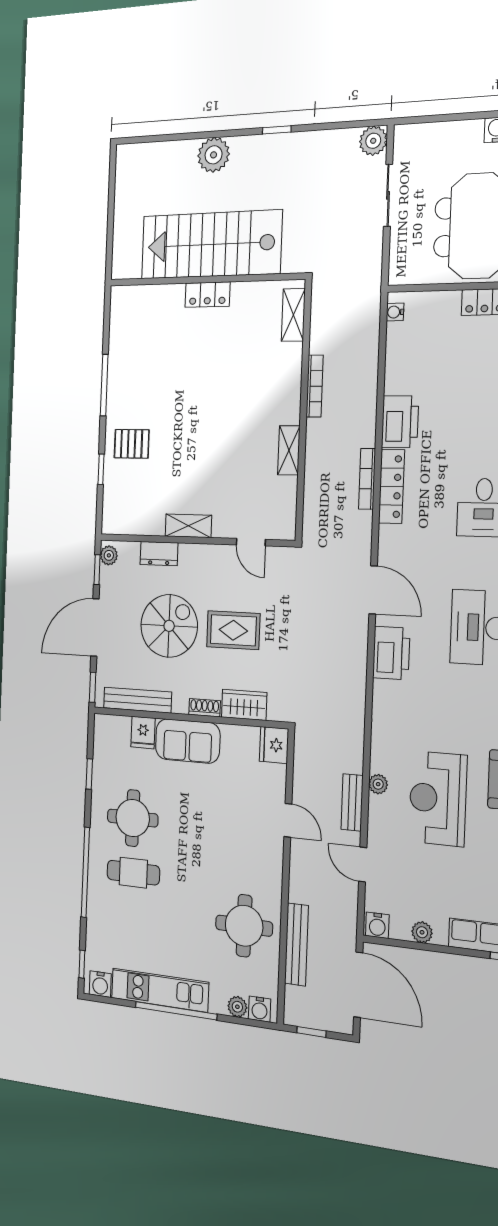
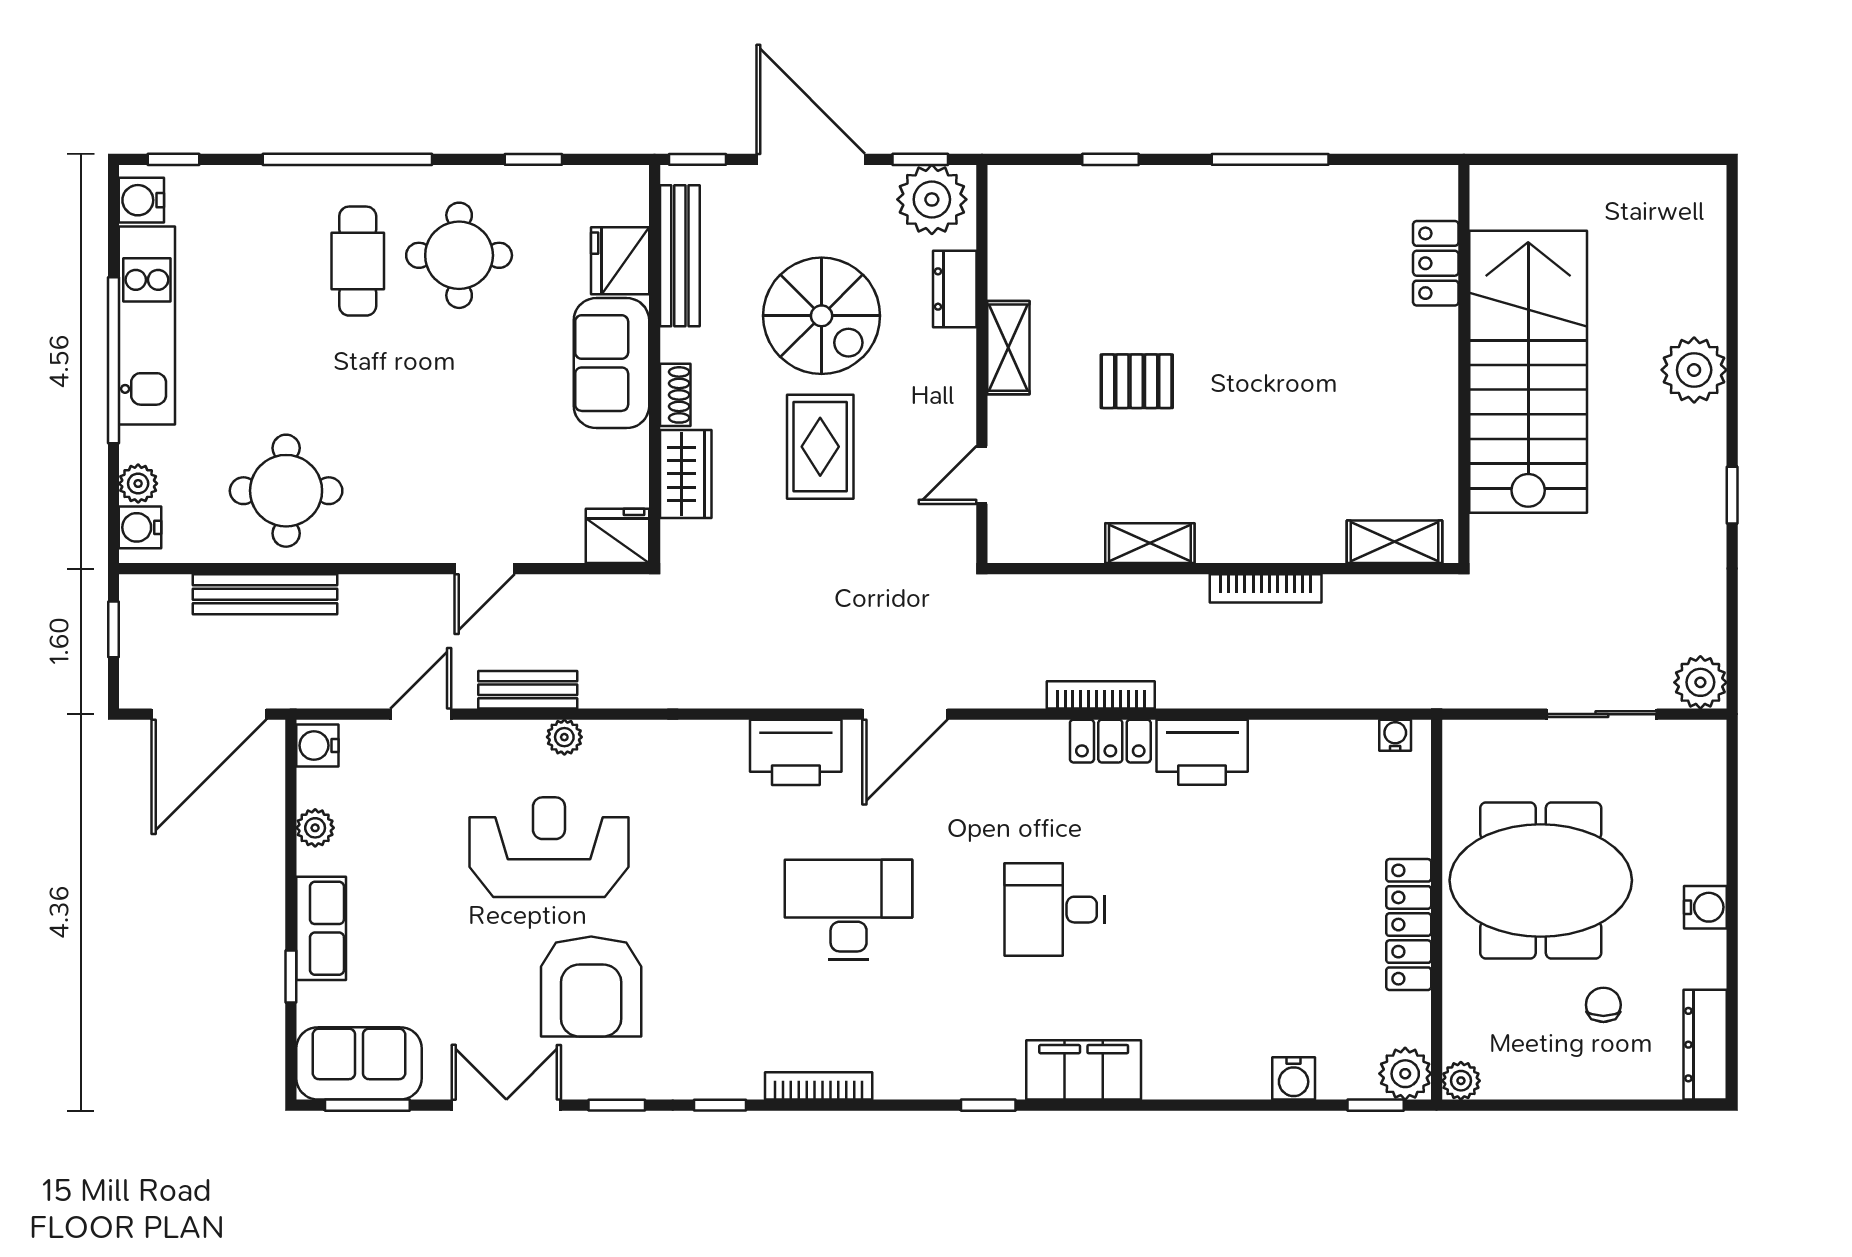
locker: (207, 295) -> (1436, 263), moved
pallet: (132, 444) -> (1137, 381), moved, turned 90
locker: (392, 487) -> (1110, 741), width x0.66
plant: (109, 555) -> (932, 199), width x1.88, depth x1.88
fridge: (143, 732) -> (620, 261), width x1.38

